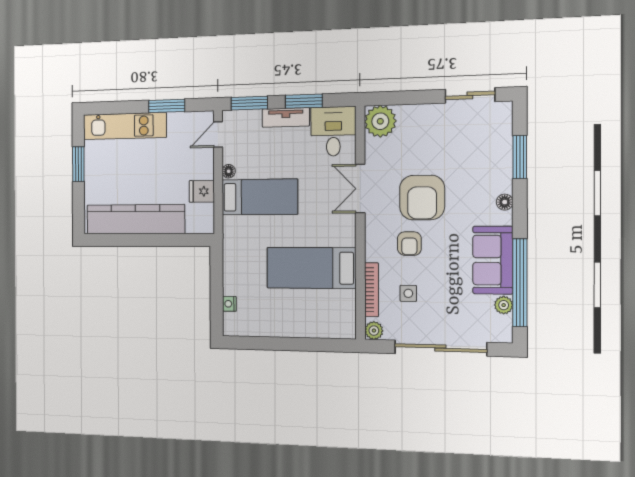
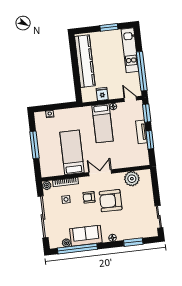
window: (167, 106) -> (142, 71), width x2.11
plant: (380, 121) -> (132, 179), moved
desk: (333, 131) -> (137, 156), removed
double door: (360, 189) -> (100, 173), moved
window: (287, 344) -> (35, 145), added

